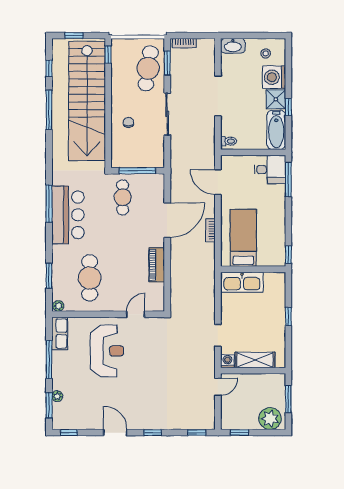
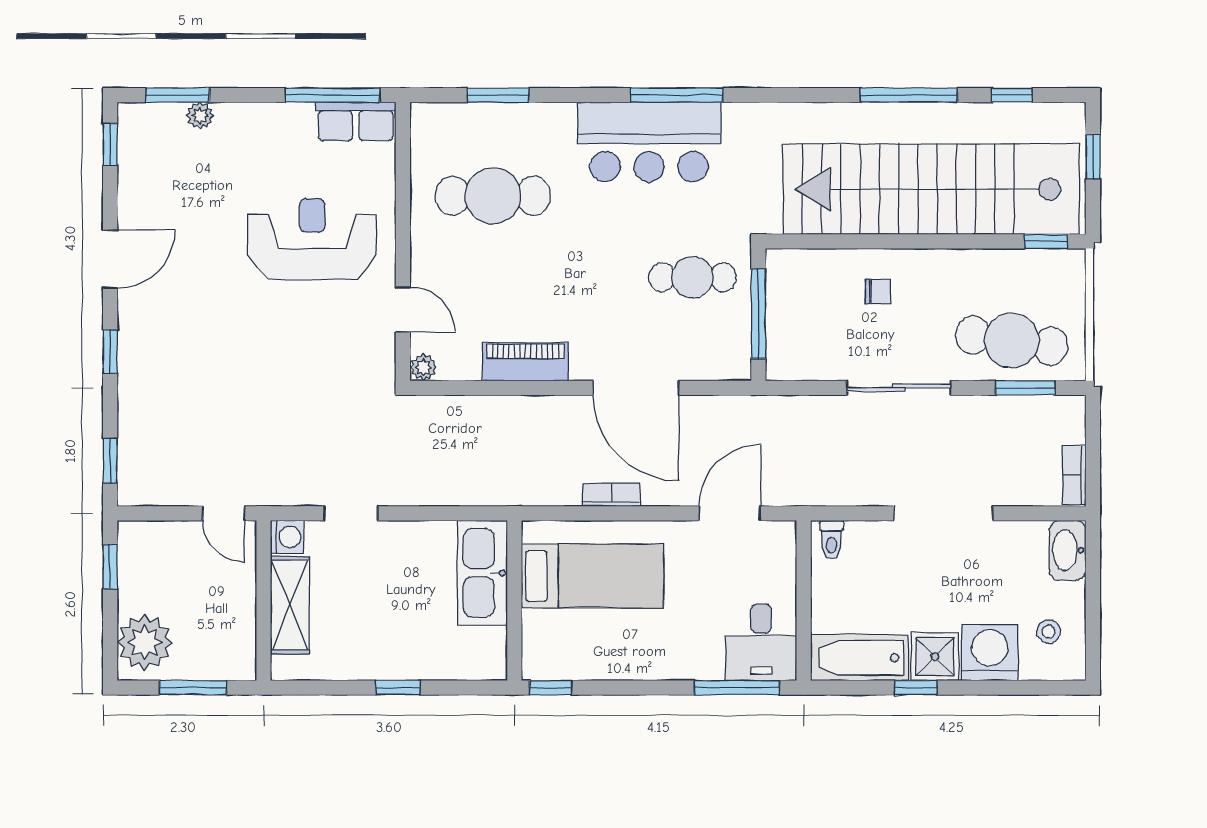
bookcase: (184, 43) -> (1074, 475), moved
plant: (58, 306) -> (423, 367), moved
reception desk: (107, 351) -> (312, 239), turned 180
window: (49, 359) -> (333, 95), moved

